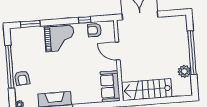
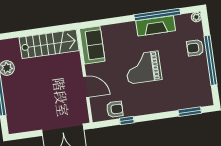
grand piano: (60, 38) -> (143, 67), moved
armchair: (22, 78) -> (195, 48), turned -85

